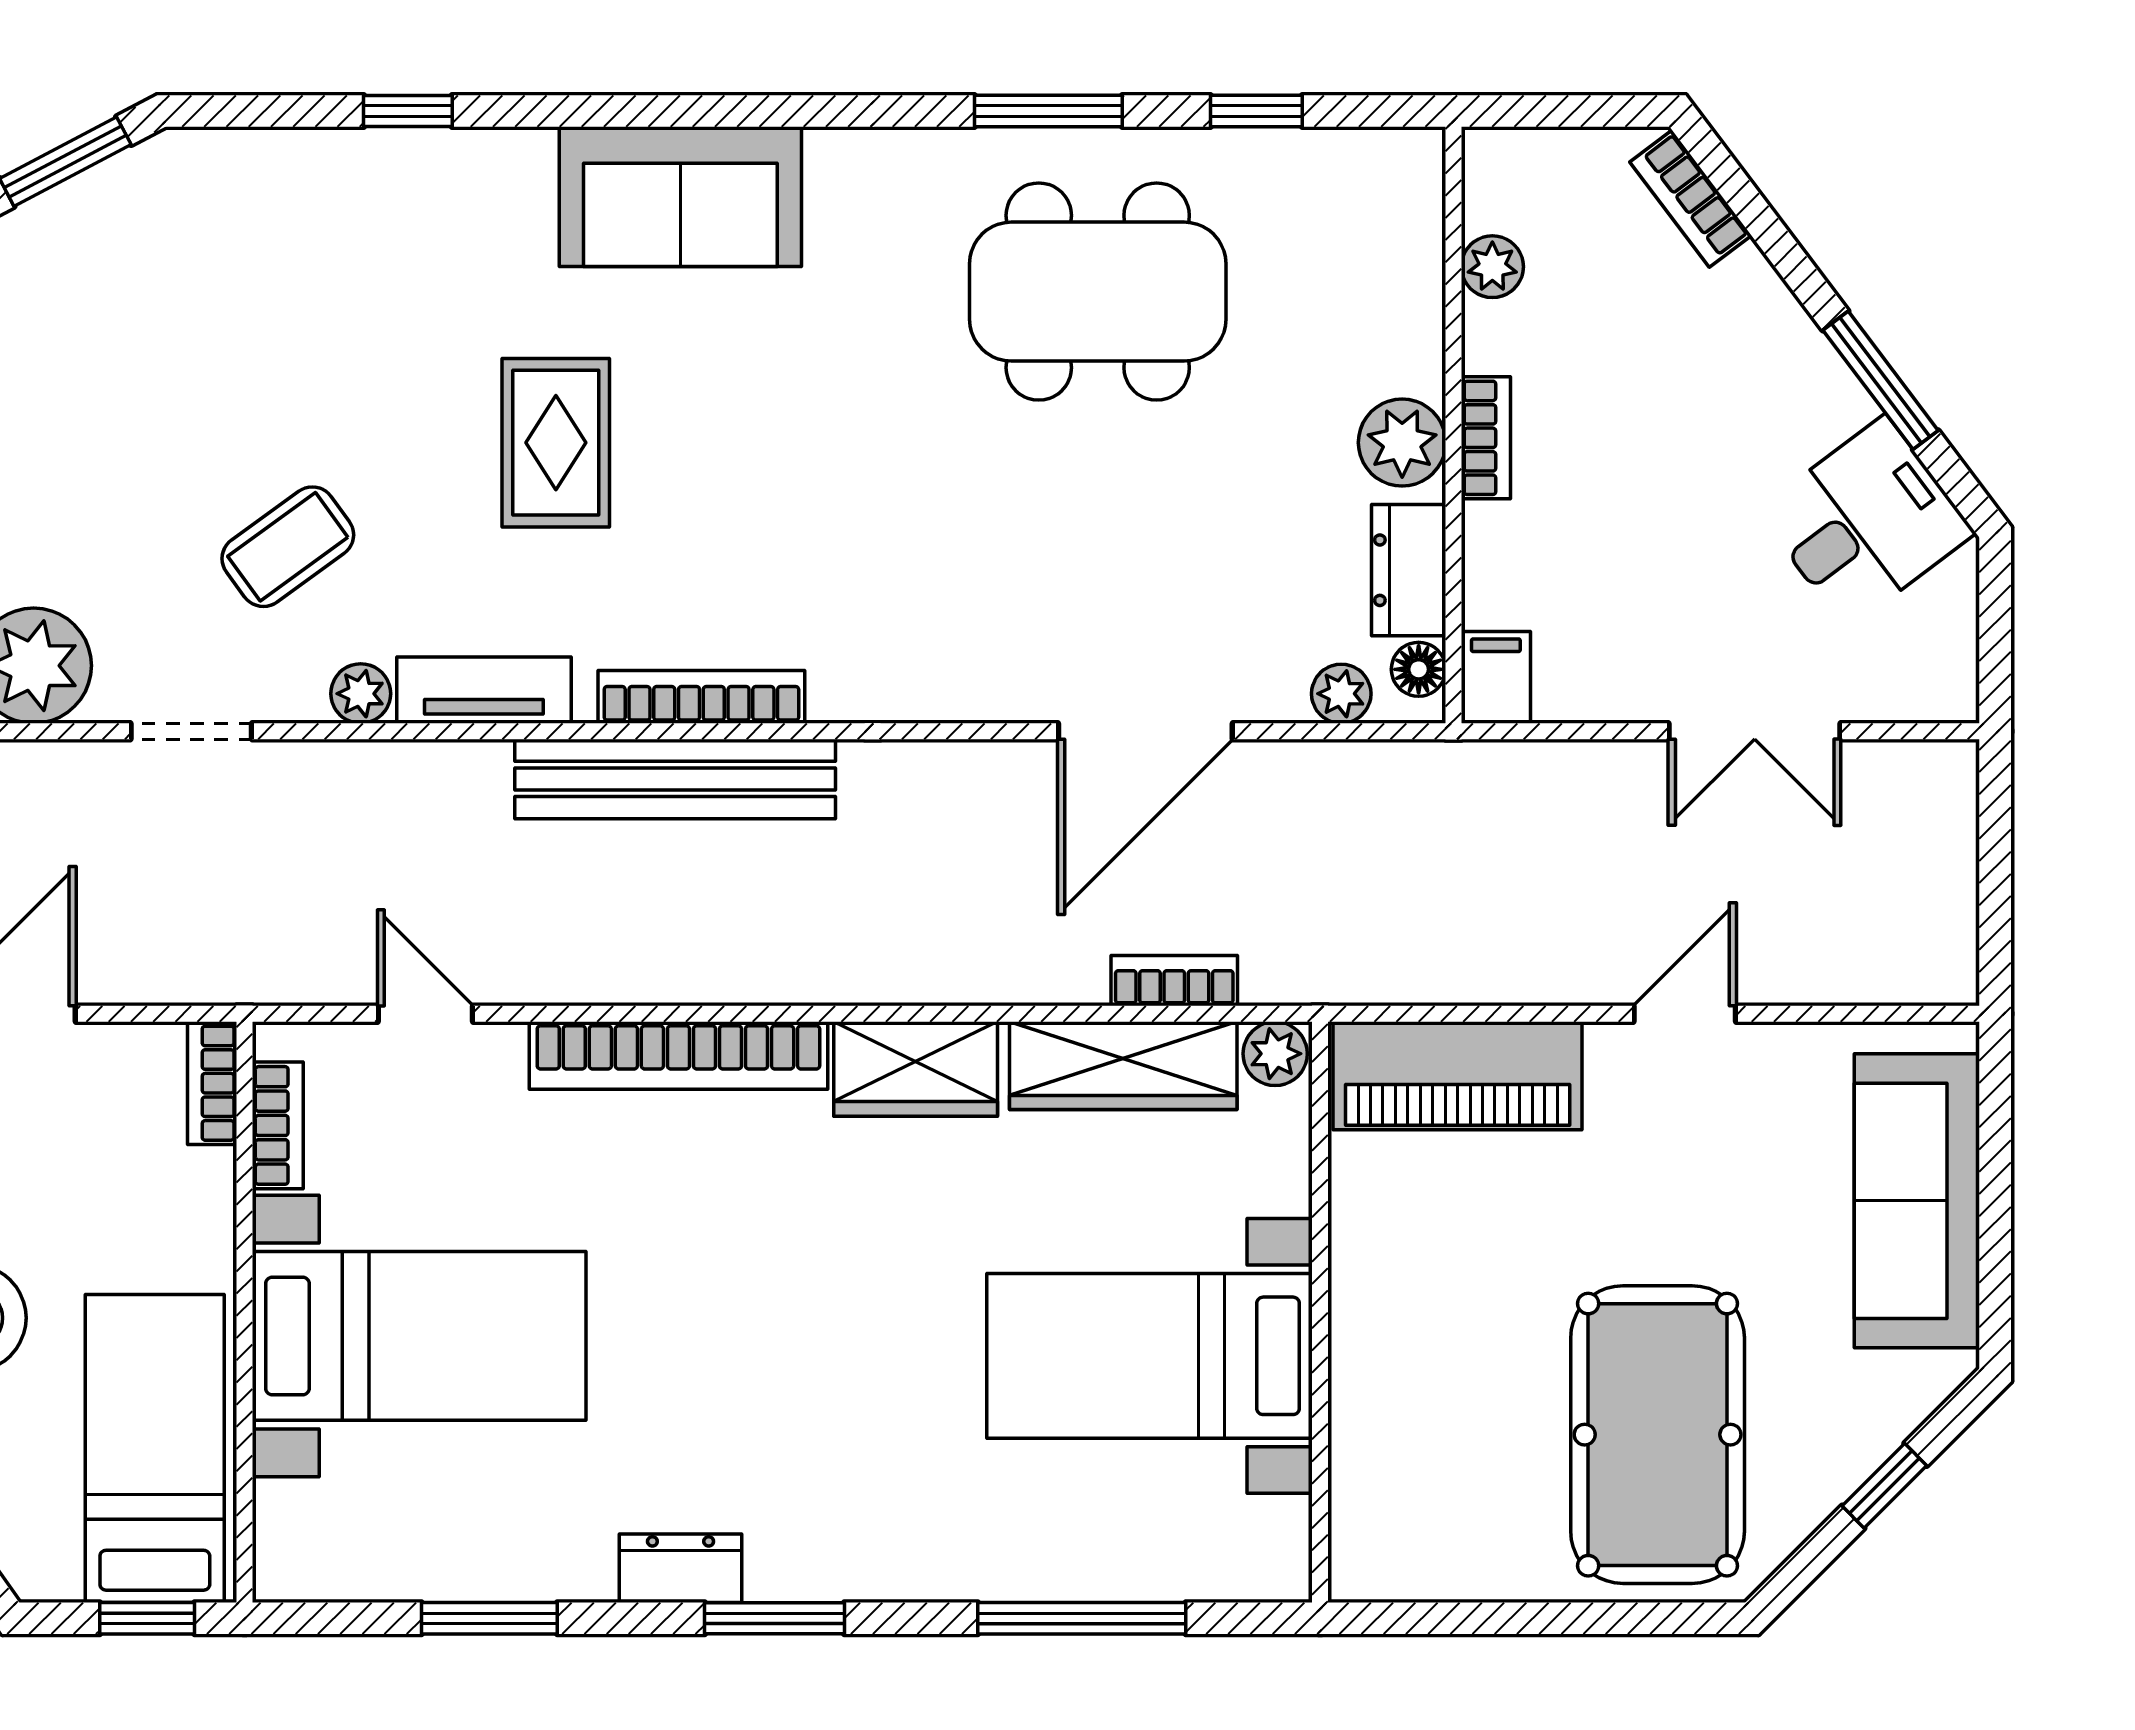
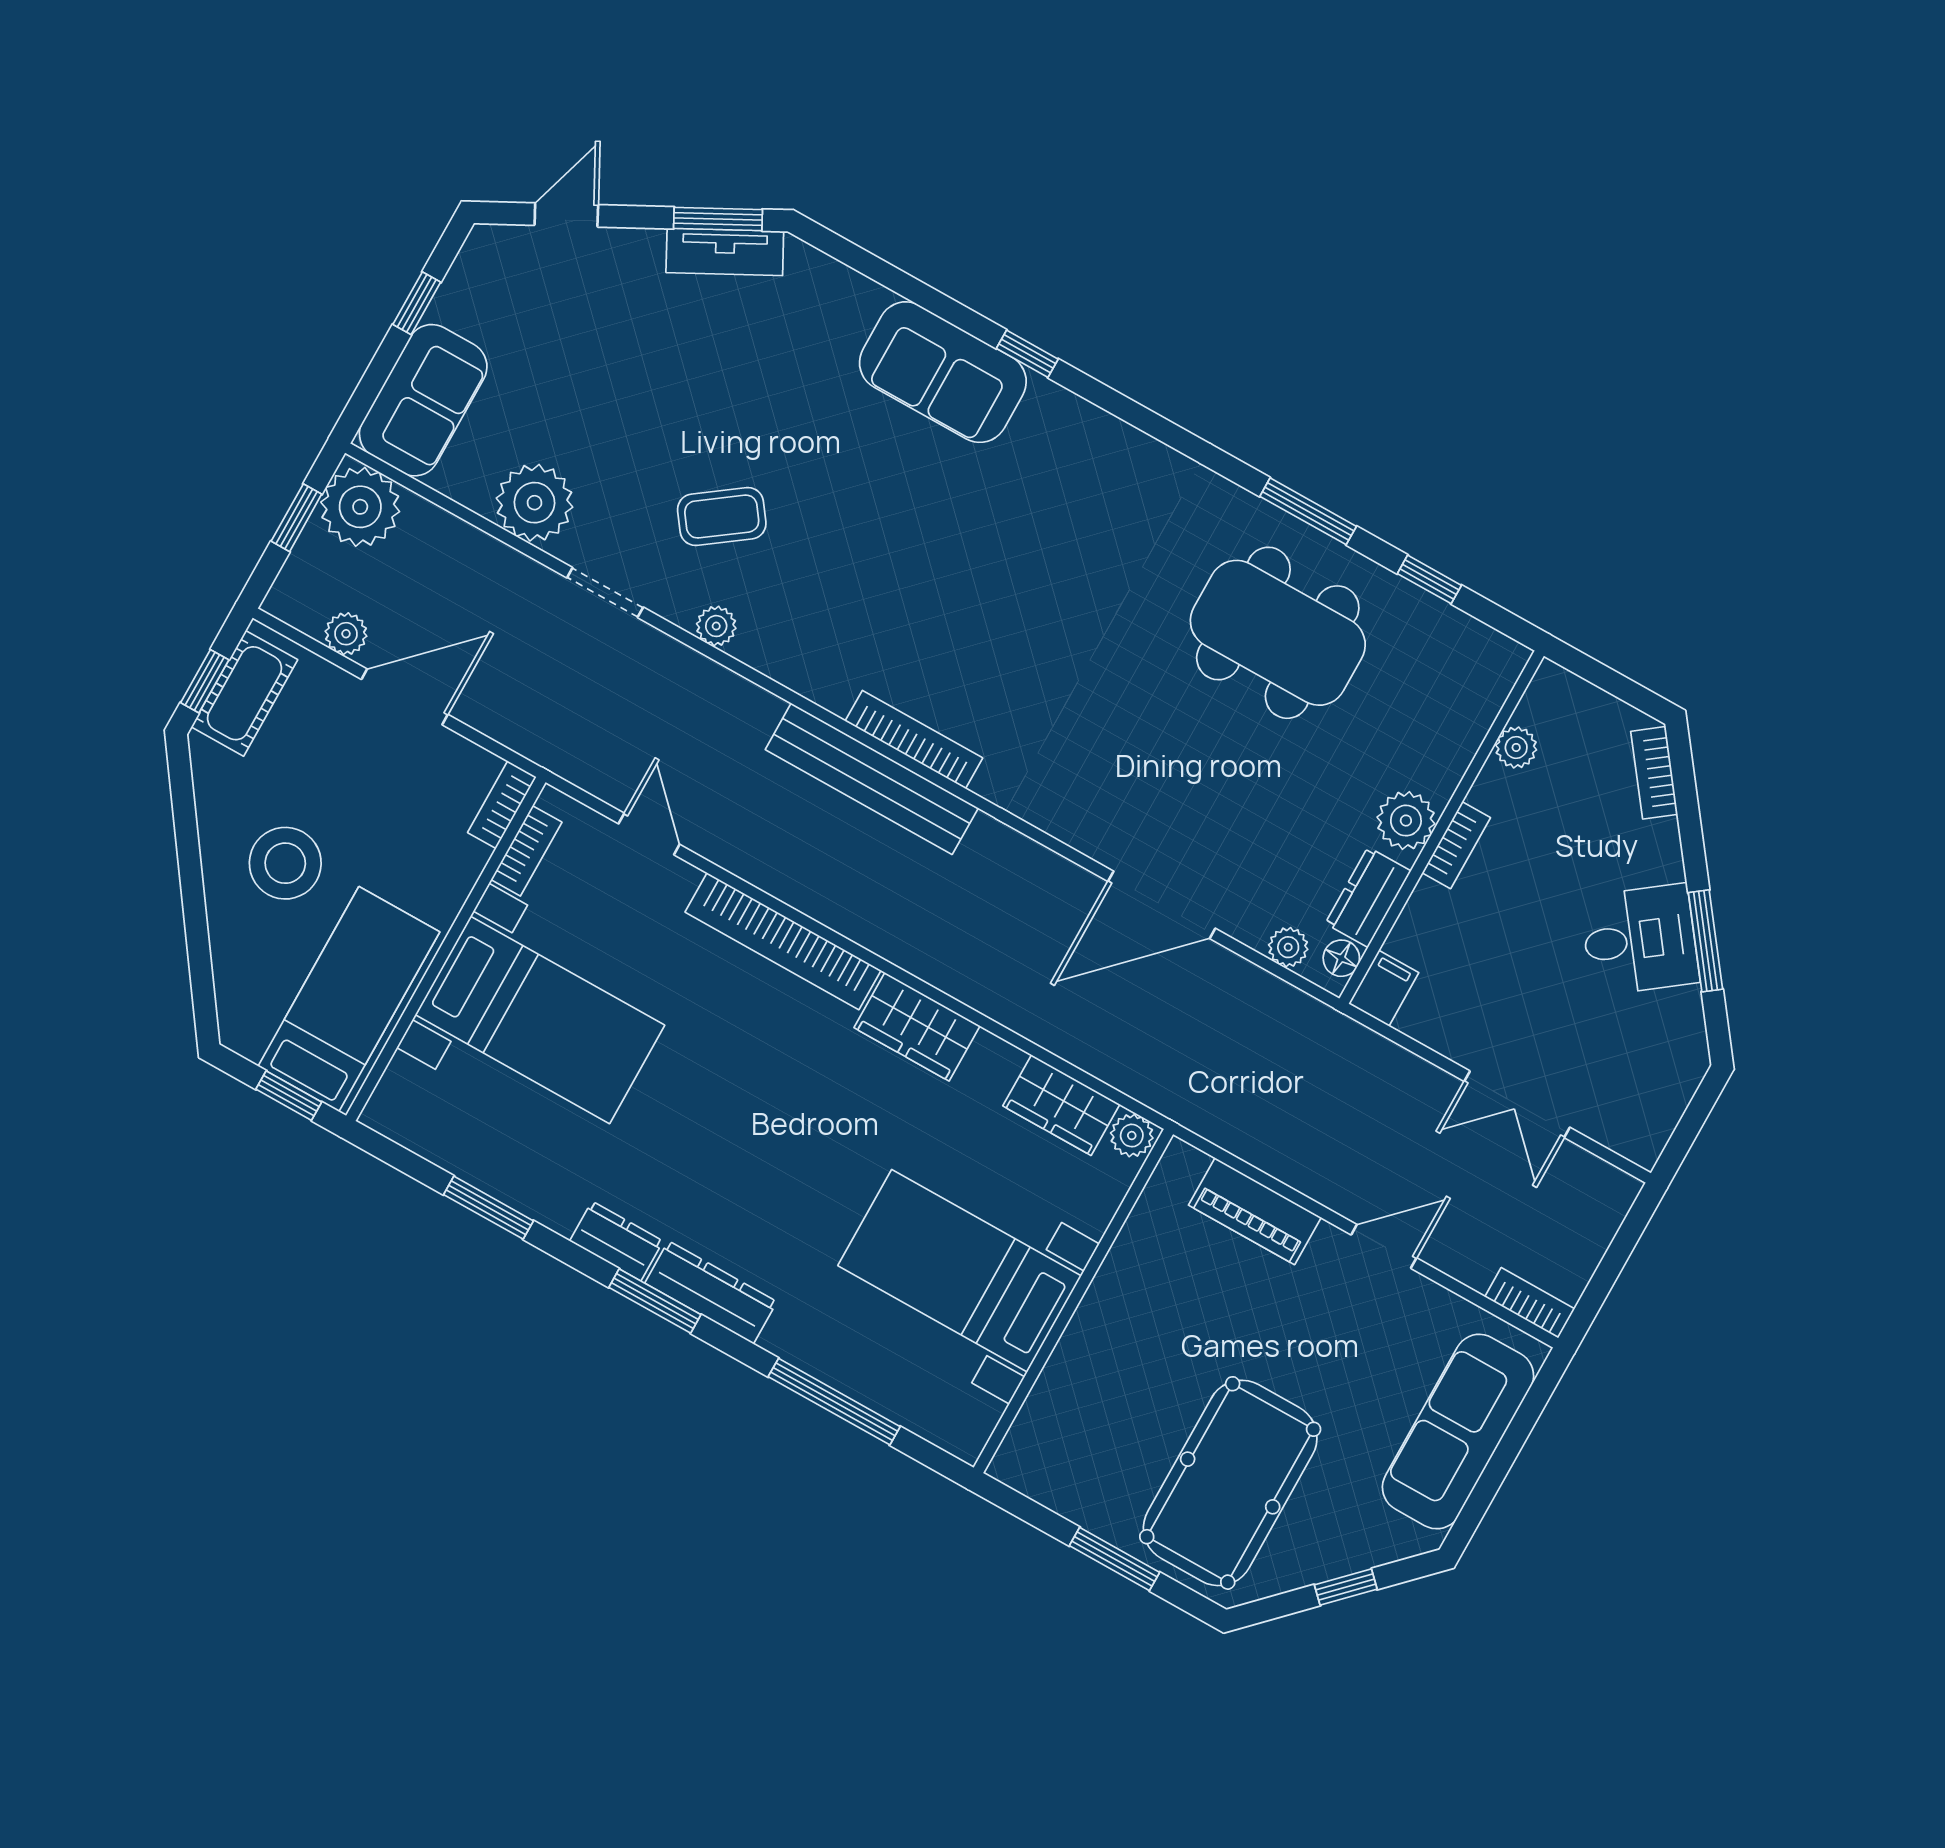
window: (408, 111) -> (1027, 354), moved
sofa: (680, 197) -> (943, 372), moved
rug: (556, 443) -> (912, 544), removed
desk: (1866, 522) -> (1640, 940), moved
tv unit: (484, 690) -> (725, 252), moved, turned 152
bookcase: (1174, 981) -> (1530, 1303), moved
wardrobe: (1123, 1066) -> (1061, 1105), width x0.67
piano: (1458, 1076) -> (1255, 1211), width x0.73, depth x0.75
dresser: (841, 1566) -> (711, 1292), added
window: (1562, 1618) -> (1115, 1559), added

